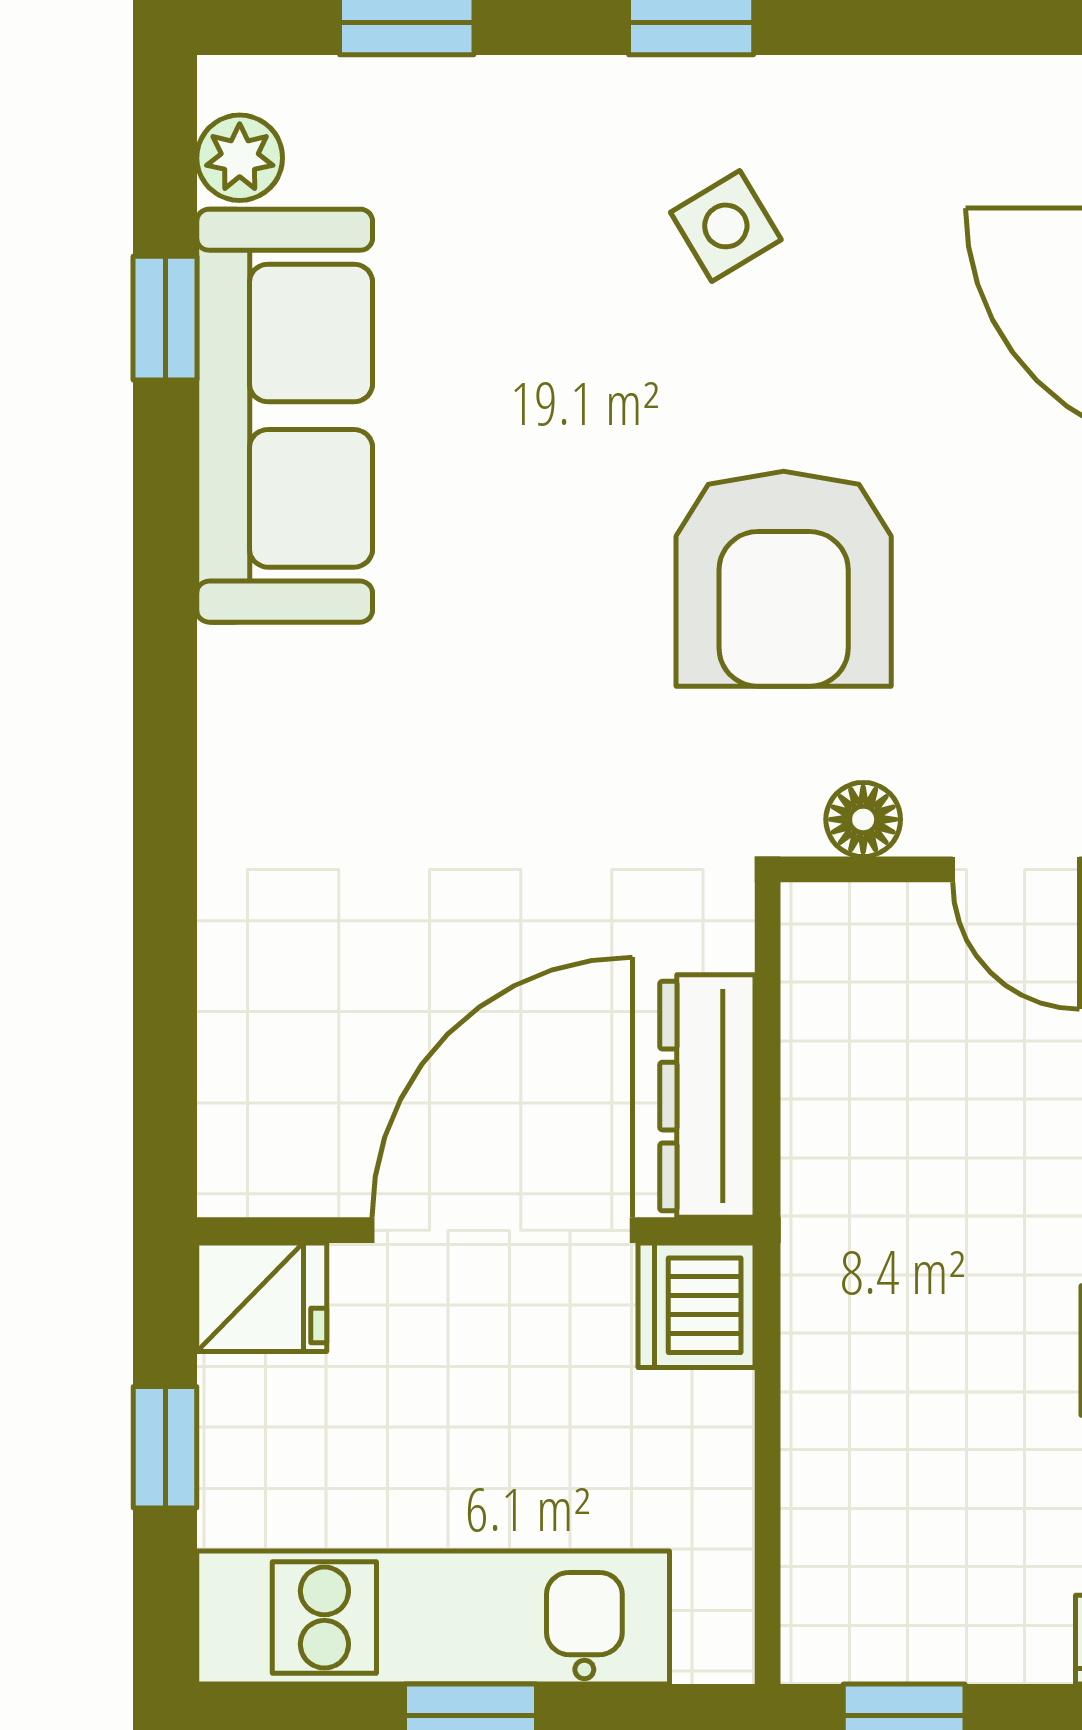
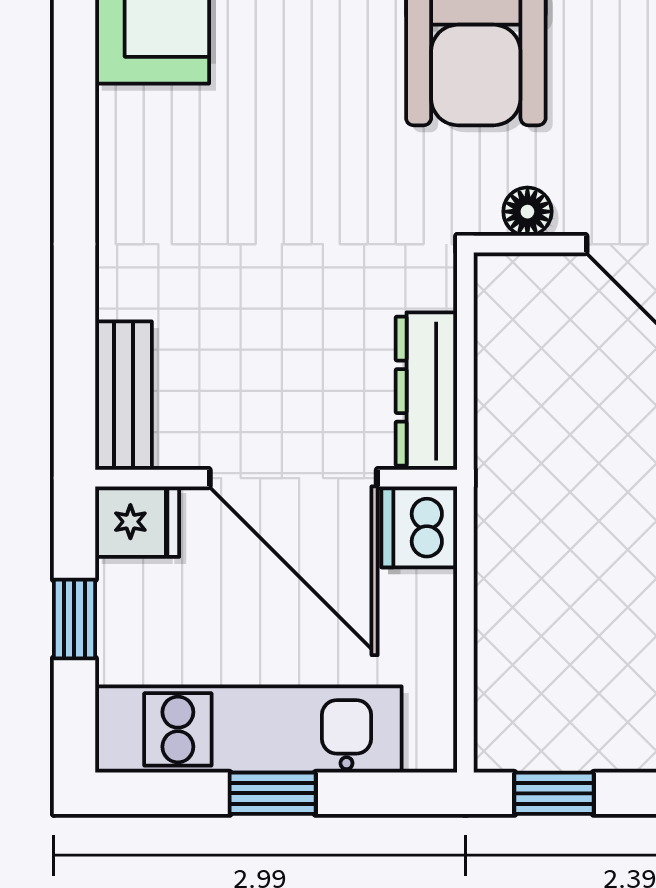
bench: (241, 1103) -> (123, 396), added
door: (502, 1230) -> (293, 478), swing flipped

